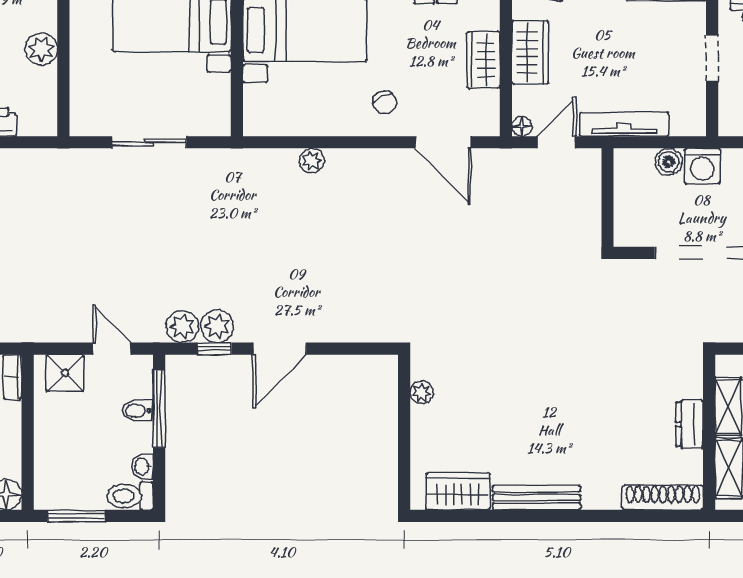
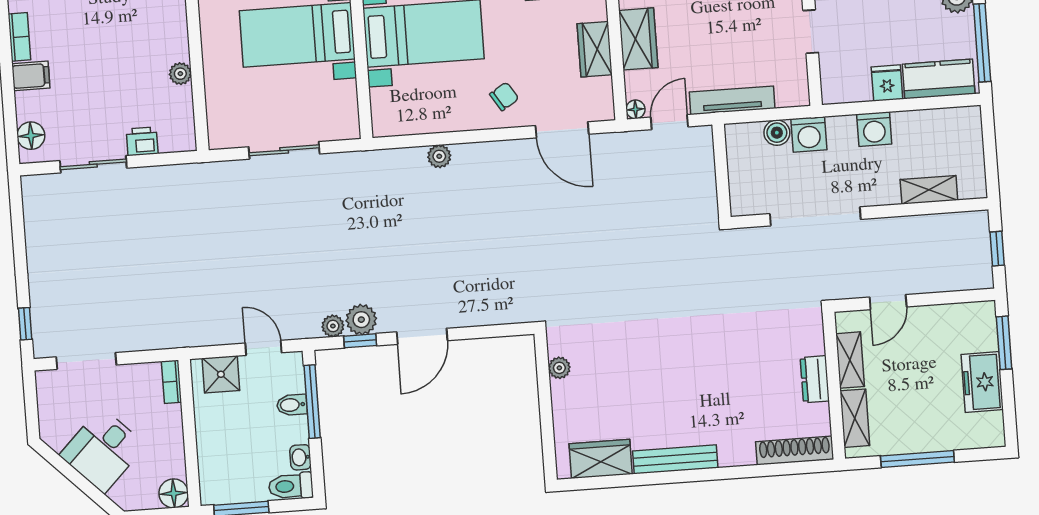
plant: (41, 49) -> (180, 74), width x0.73, depth x0.73
chair: (385, 103) -> (504, 96), turned -96
plant: (182, 326) -> (333, 326), width x0.73, depth x0.73

